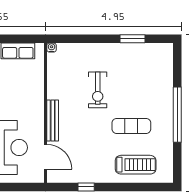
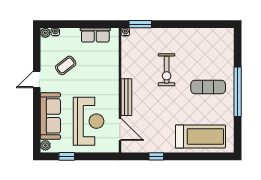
window: (132, 39) -> (140, 24), moved
exercise mat: (131, 126) -> (208, 87), moved
treadmill: (136, 165) -> (200, 136), width x1.37, depth x1.38

